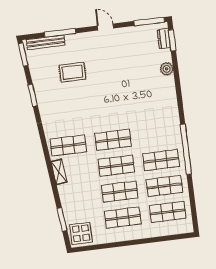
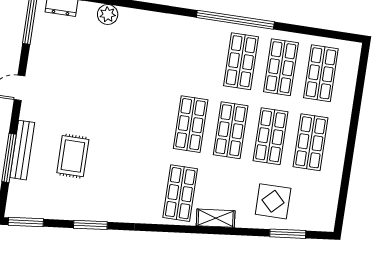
bench: (46, 42) -> (22, 150), moved
display table: (81, 233) -> (273, 201), moved

